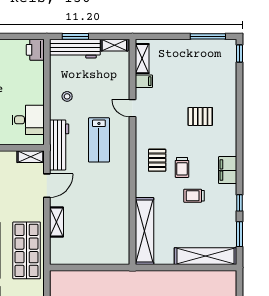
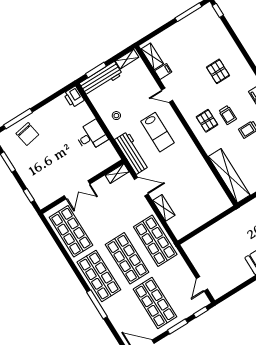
pallet: (200, 116) -> (218, 71), turned 90
desk: (28, 120) -> (91, 136), moved
door: (47, 186) -> (141, 187), hinge flipped

